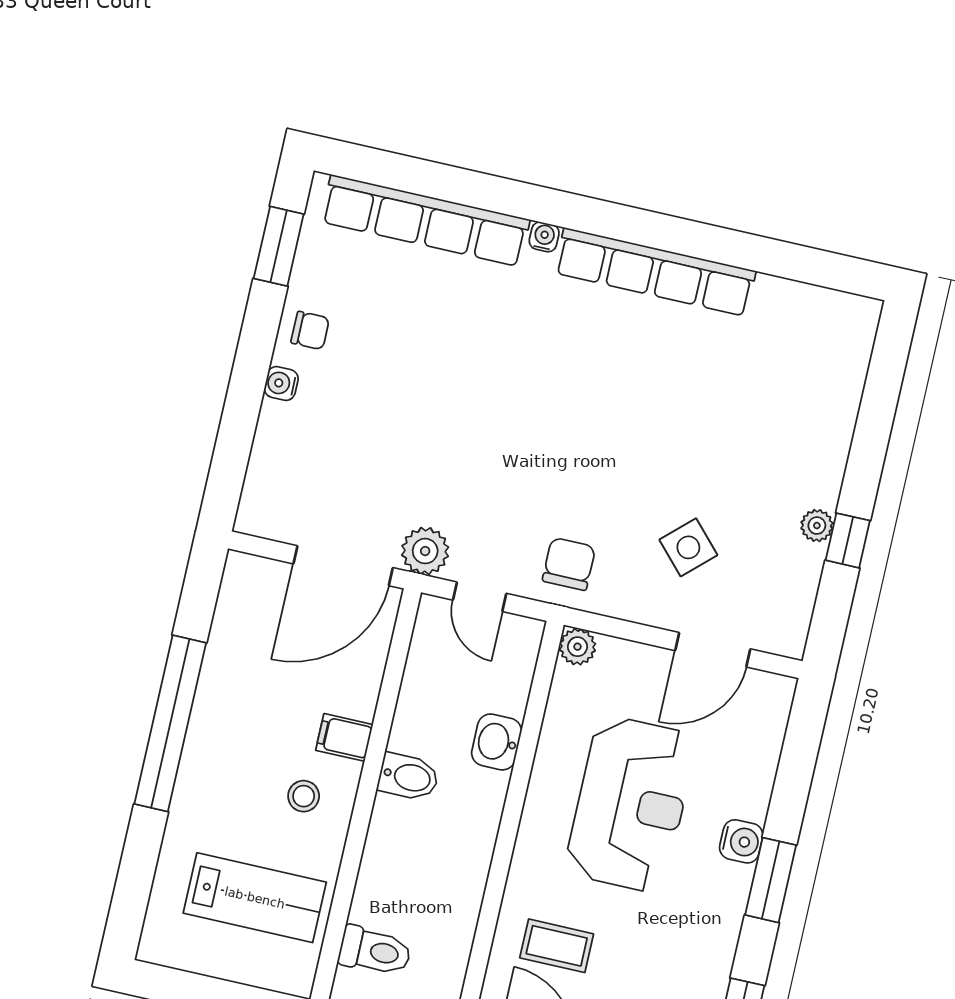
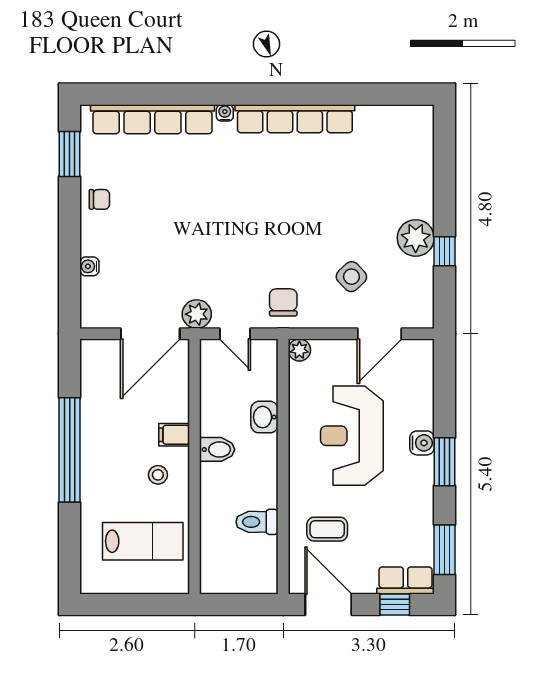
water cooler: (281, 383) -> (89, 266), moved
plant: (817, 526) -> (416, 238), width x1.87, depth x1.87
reception desk: (631, 804) -> (352, 436), turned 180
toilet: (375, 951) -> (257, 522), moved, turned 180

